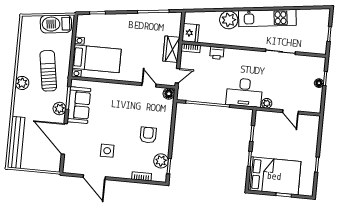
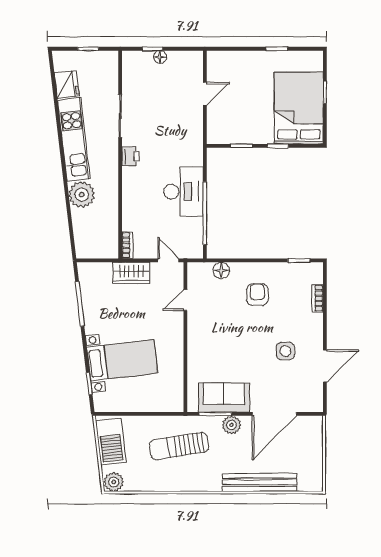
fridge: (191, 33) -> (67, 84), moved, turned 83
printer: (217, 53) -> (131, 156), moved
bed with nightstands: (97, 59) -> (122, 360), moved, turned 83
plant: (22, 83) -> (114, 482), moved
desk: (244, 92) -> (183, 192), moved
floor lamp: (169, 94) -> (221, 270), moved
plant: (267, 103) -> (196, 129), removed
armchair: (148, 135) -> (257, 295), turned 90
bench: (16, 142) -> (260, 482), moved
plant: (161, 161) -> (293, 273), removed

